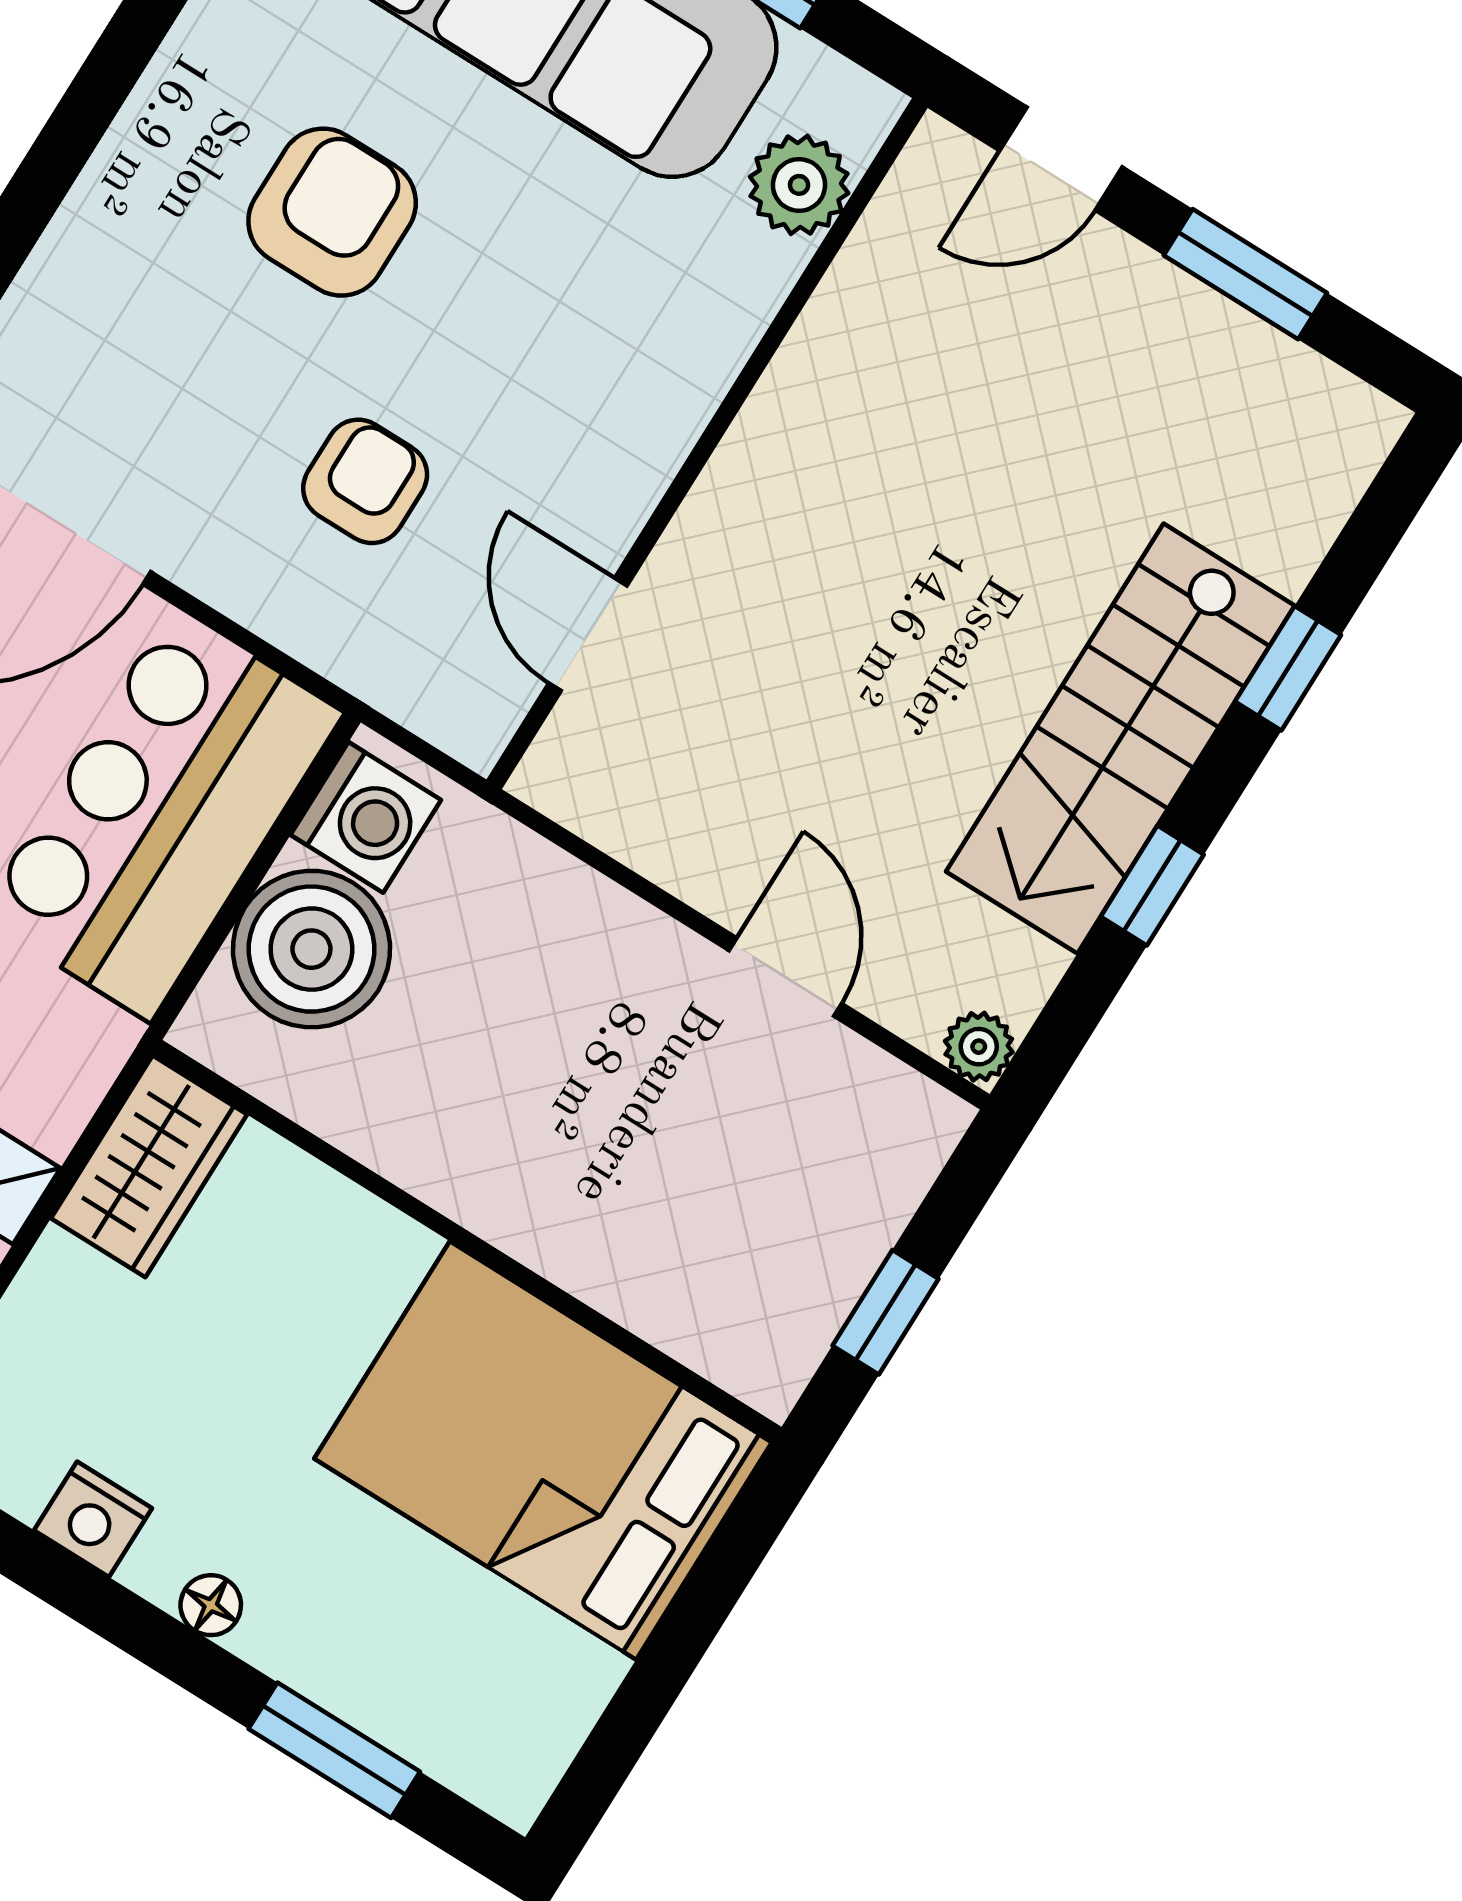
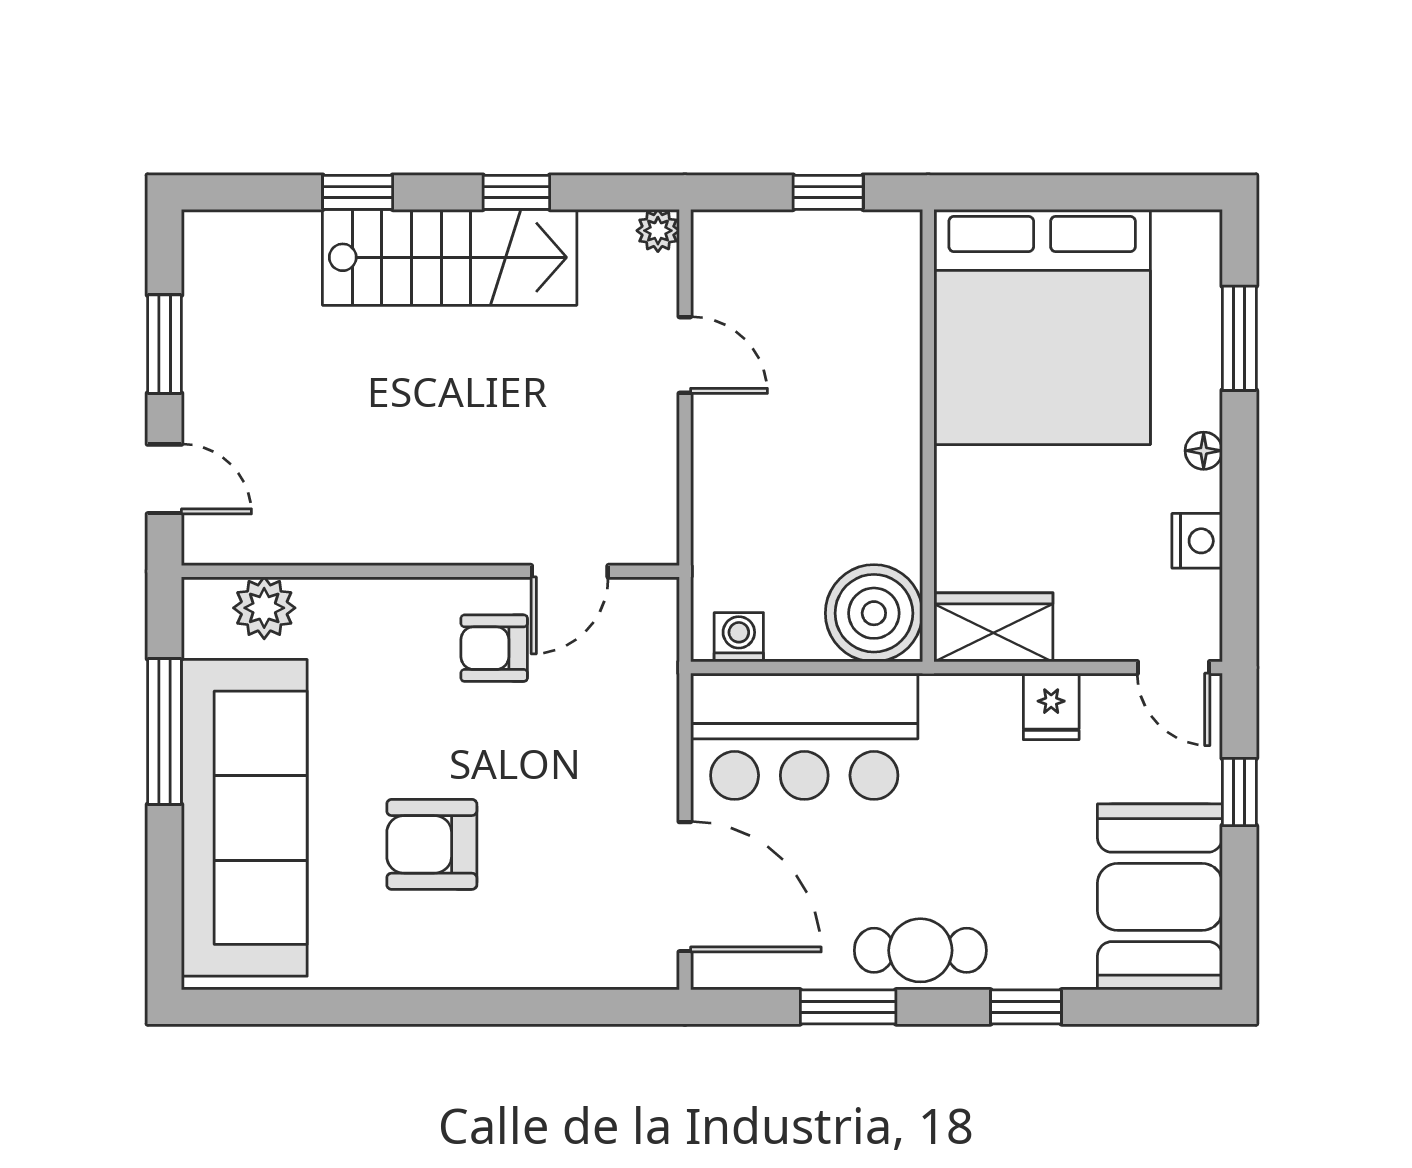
armchair: (365, 481) -> (494, 648), moved
washing machine: (366, 817) -> (739, 637), width x0.73, depth x0.73
boiler: (311, 949) -> (874, 613), moved
door: (785, 977) -> (685, 355), swing flipped
bed: (543, 1450) -> (1042, 327), width x1.36

